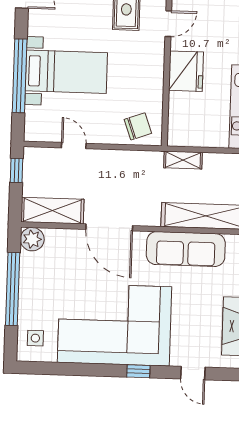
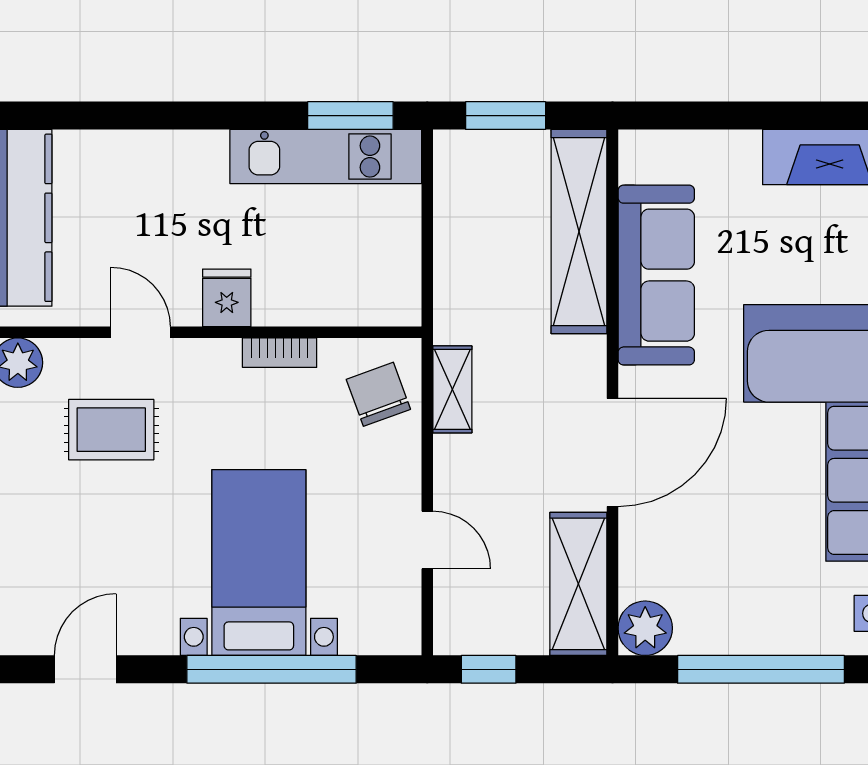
fridge: (186, 71) -> (227, 298), width x0.53, depth x0.75
bookcase: (157, 84) -> (280, 353), added
door: (74, 146) -> (427, 540), swing flipped
shelving: (183, 160) -> (452, 389), moved

